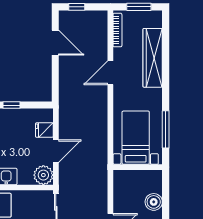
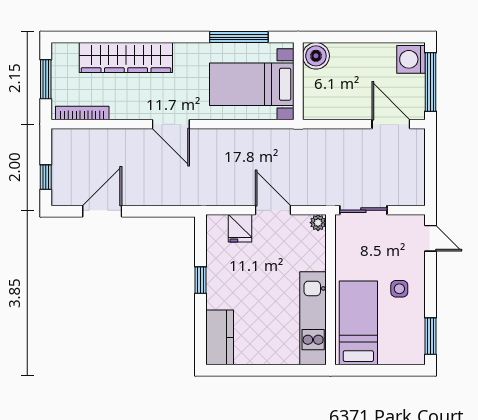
door: (110, 73) -> (171, 124), moved
plant: (43, 175) -> (318, 223), width x0.53, depth x0.53
boiler: (154, 202) -> (316, 56), moved

